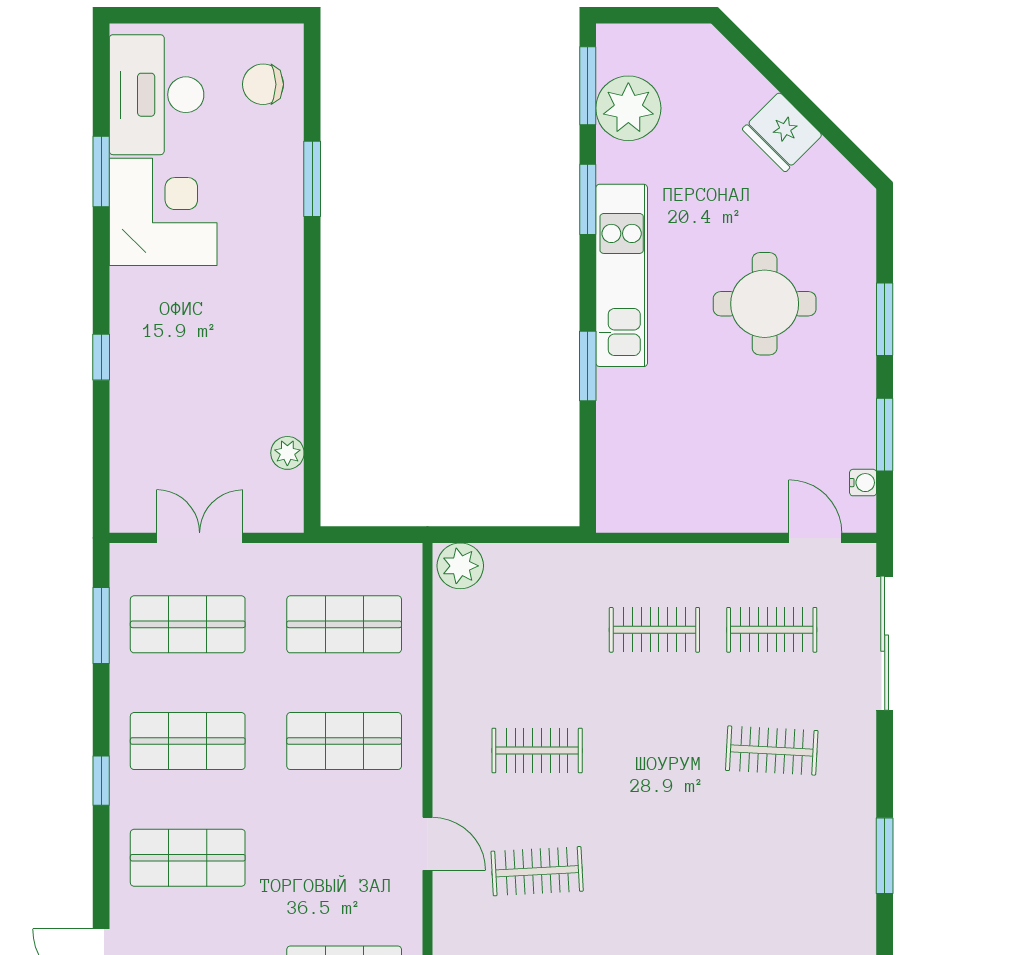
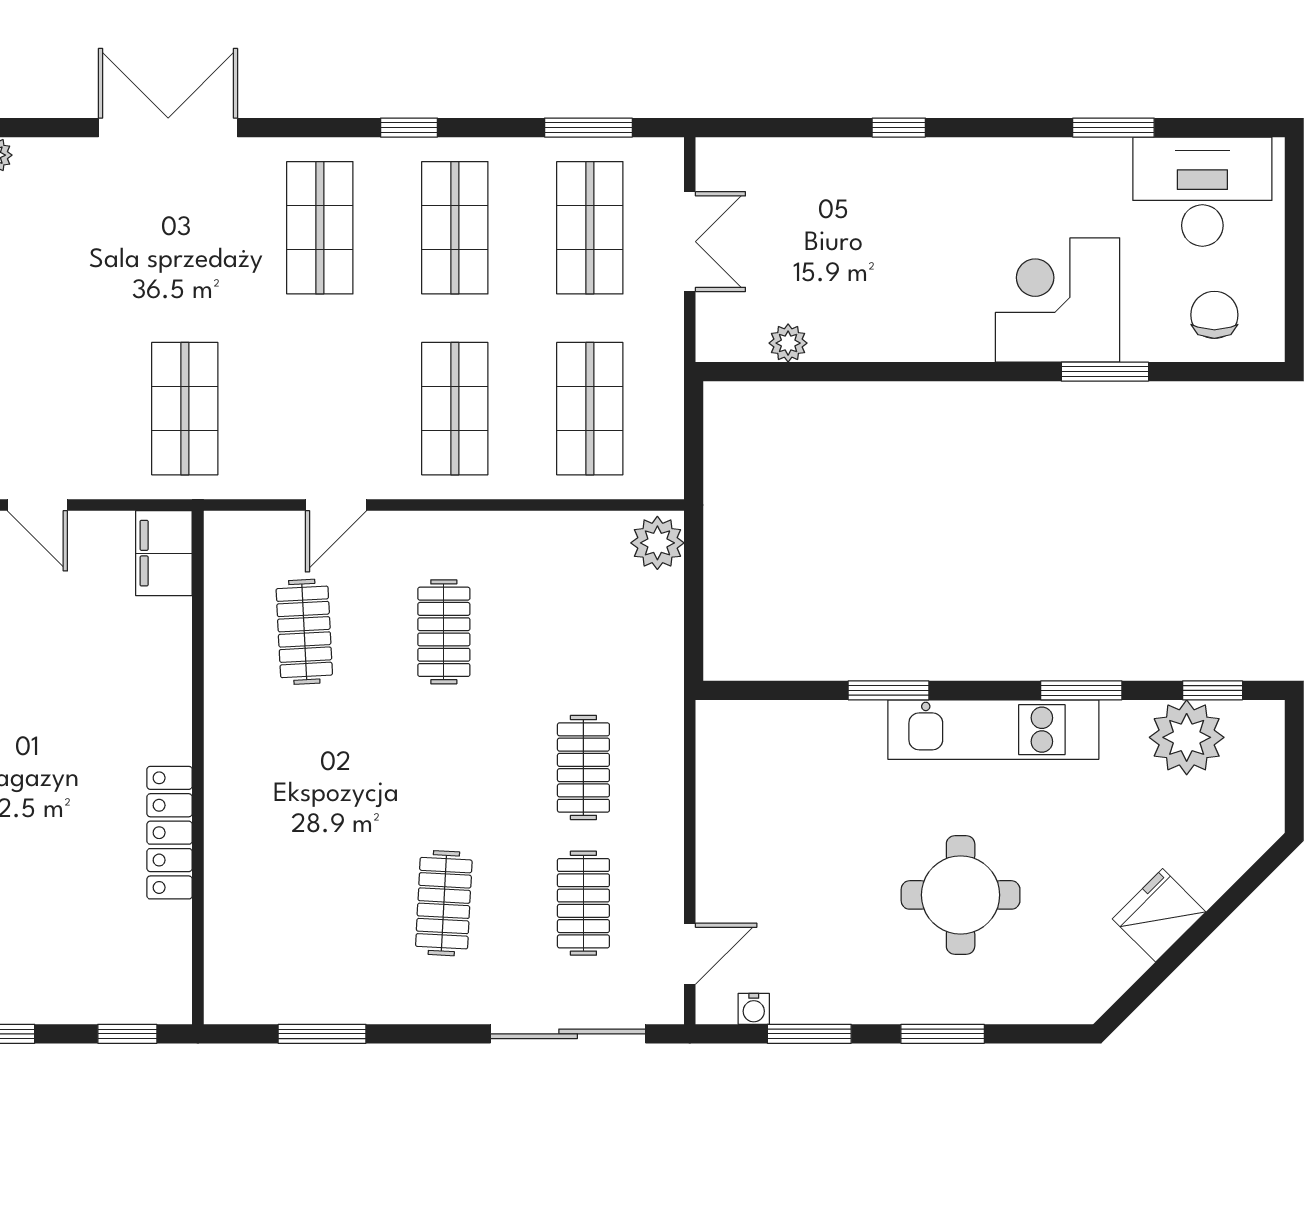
window: (588, 86) -> (1213, 690), width x0.67
corner desk: (163, 212) -> (1057, 300), moved, turned 180

